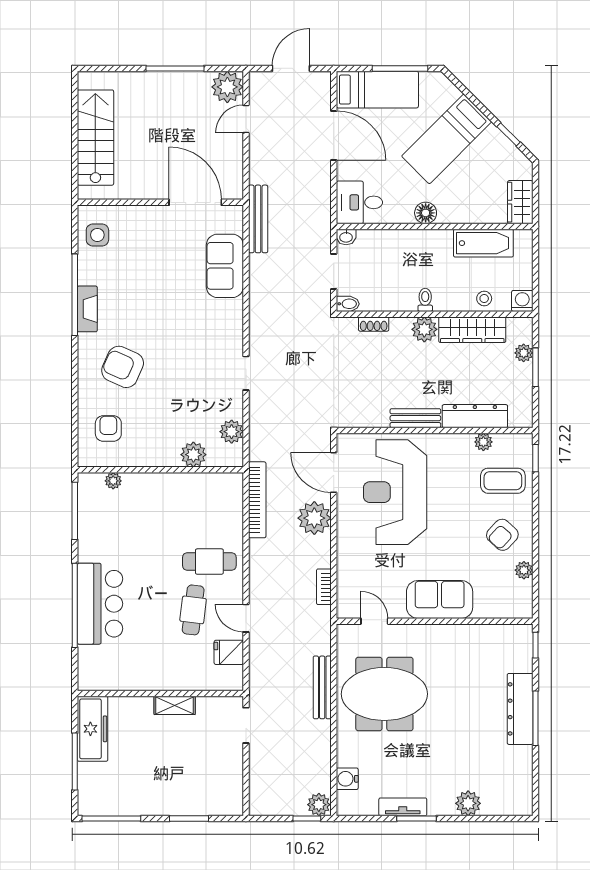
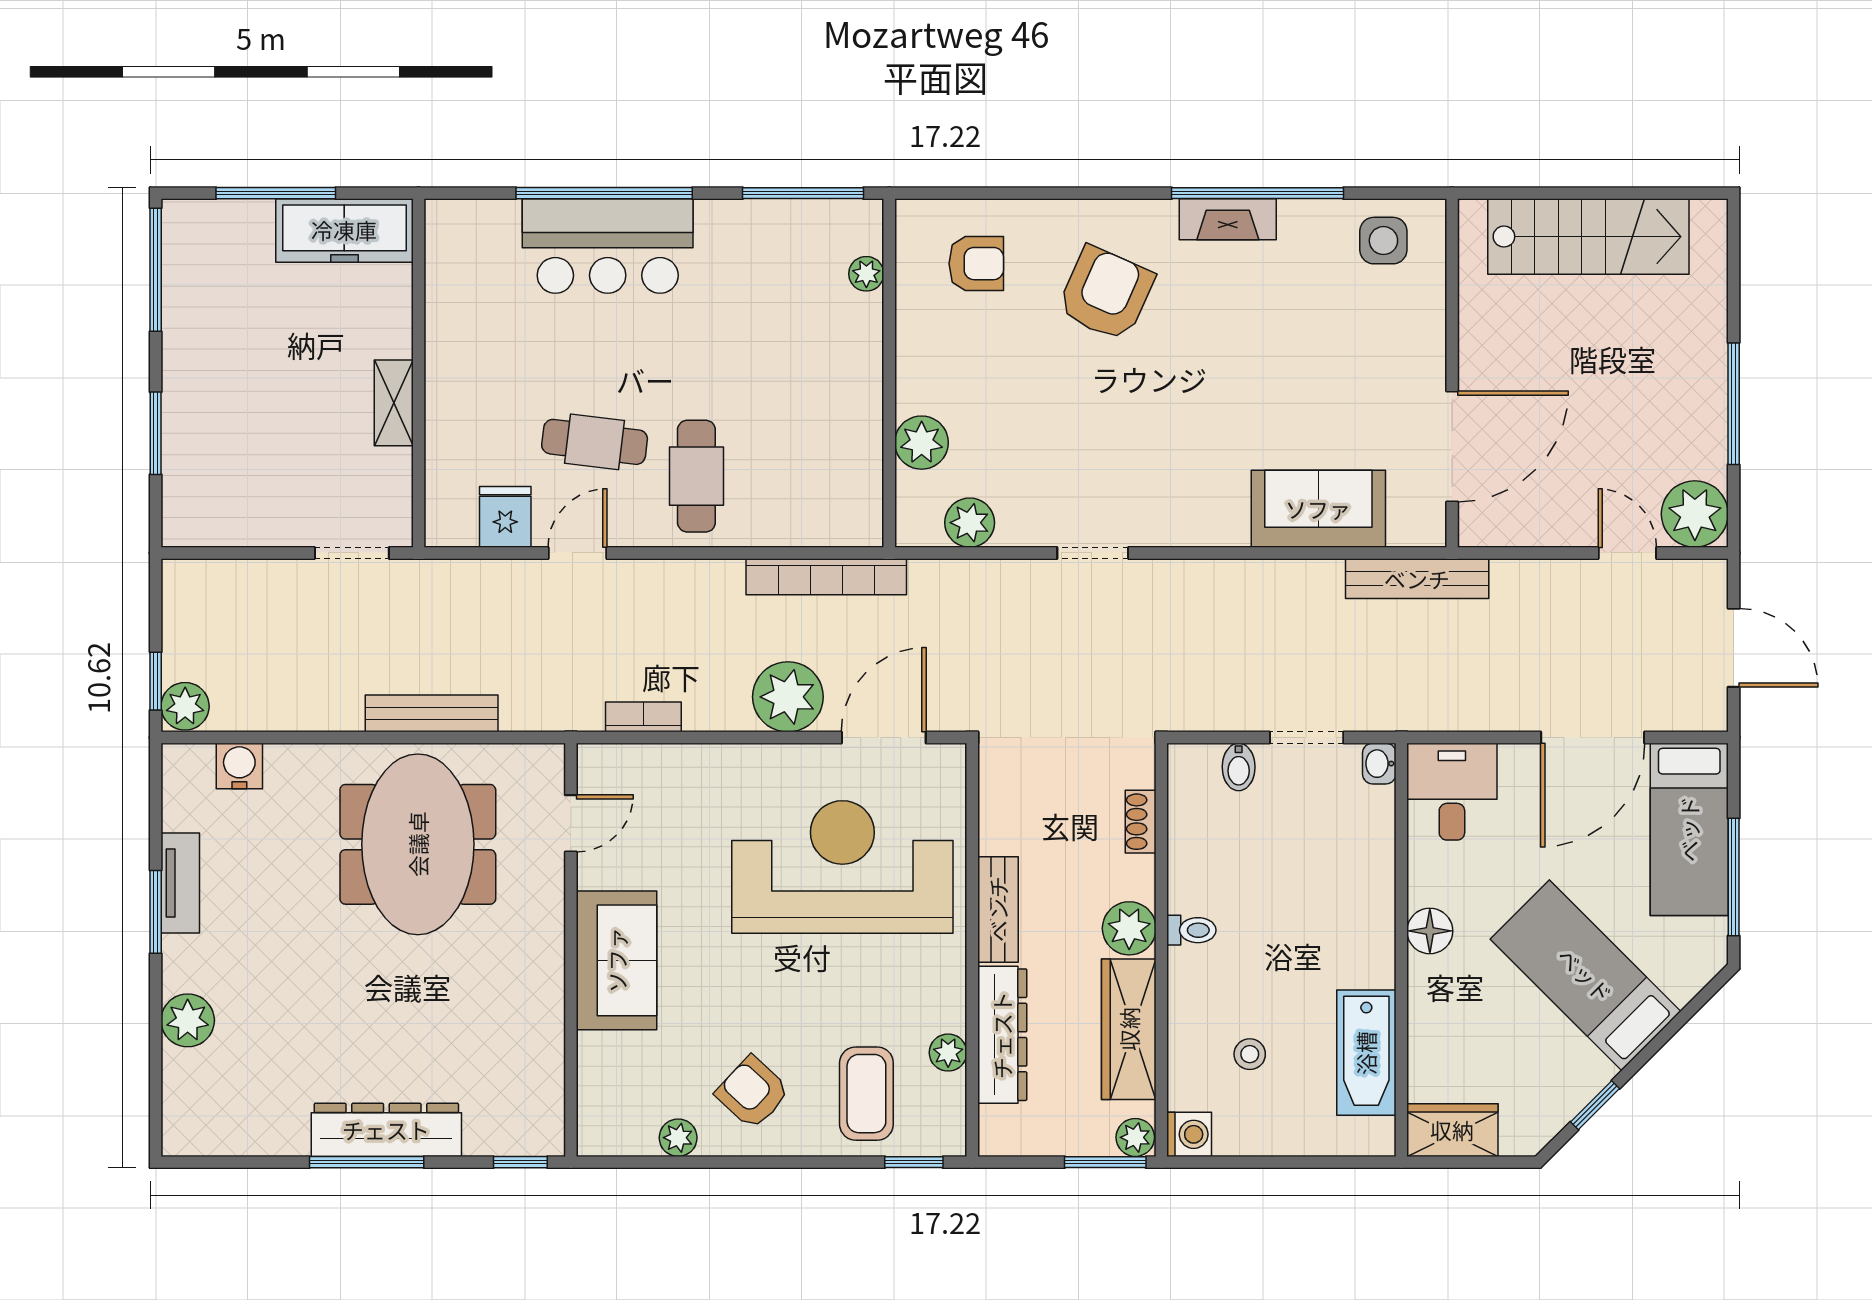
toilet: (425, 300) -> (1191, 930), moved
washing machine: (522, 301) -> (1189, 1134), moved
wall: (435, 314) -> (1161, 950), moved
shoe rack: (374, 324) -> (1141, 822), moved
plant: (424, 329) -> (1129, 928), moved
wardrobe: (472, 330) -> (1129, 1029), moved

